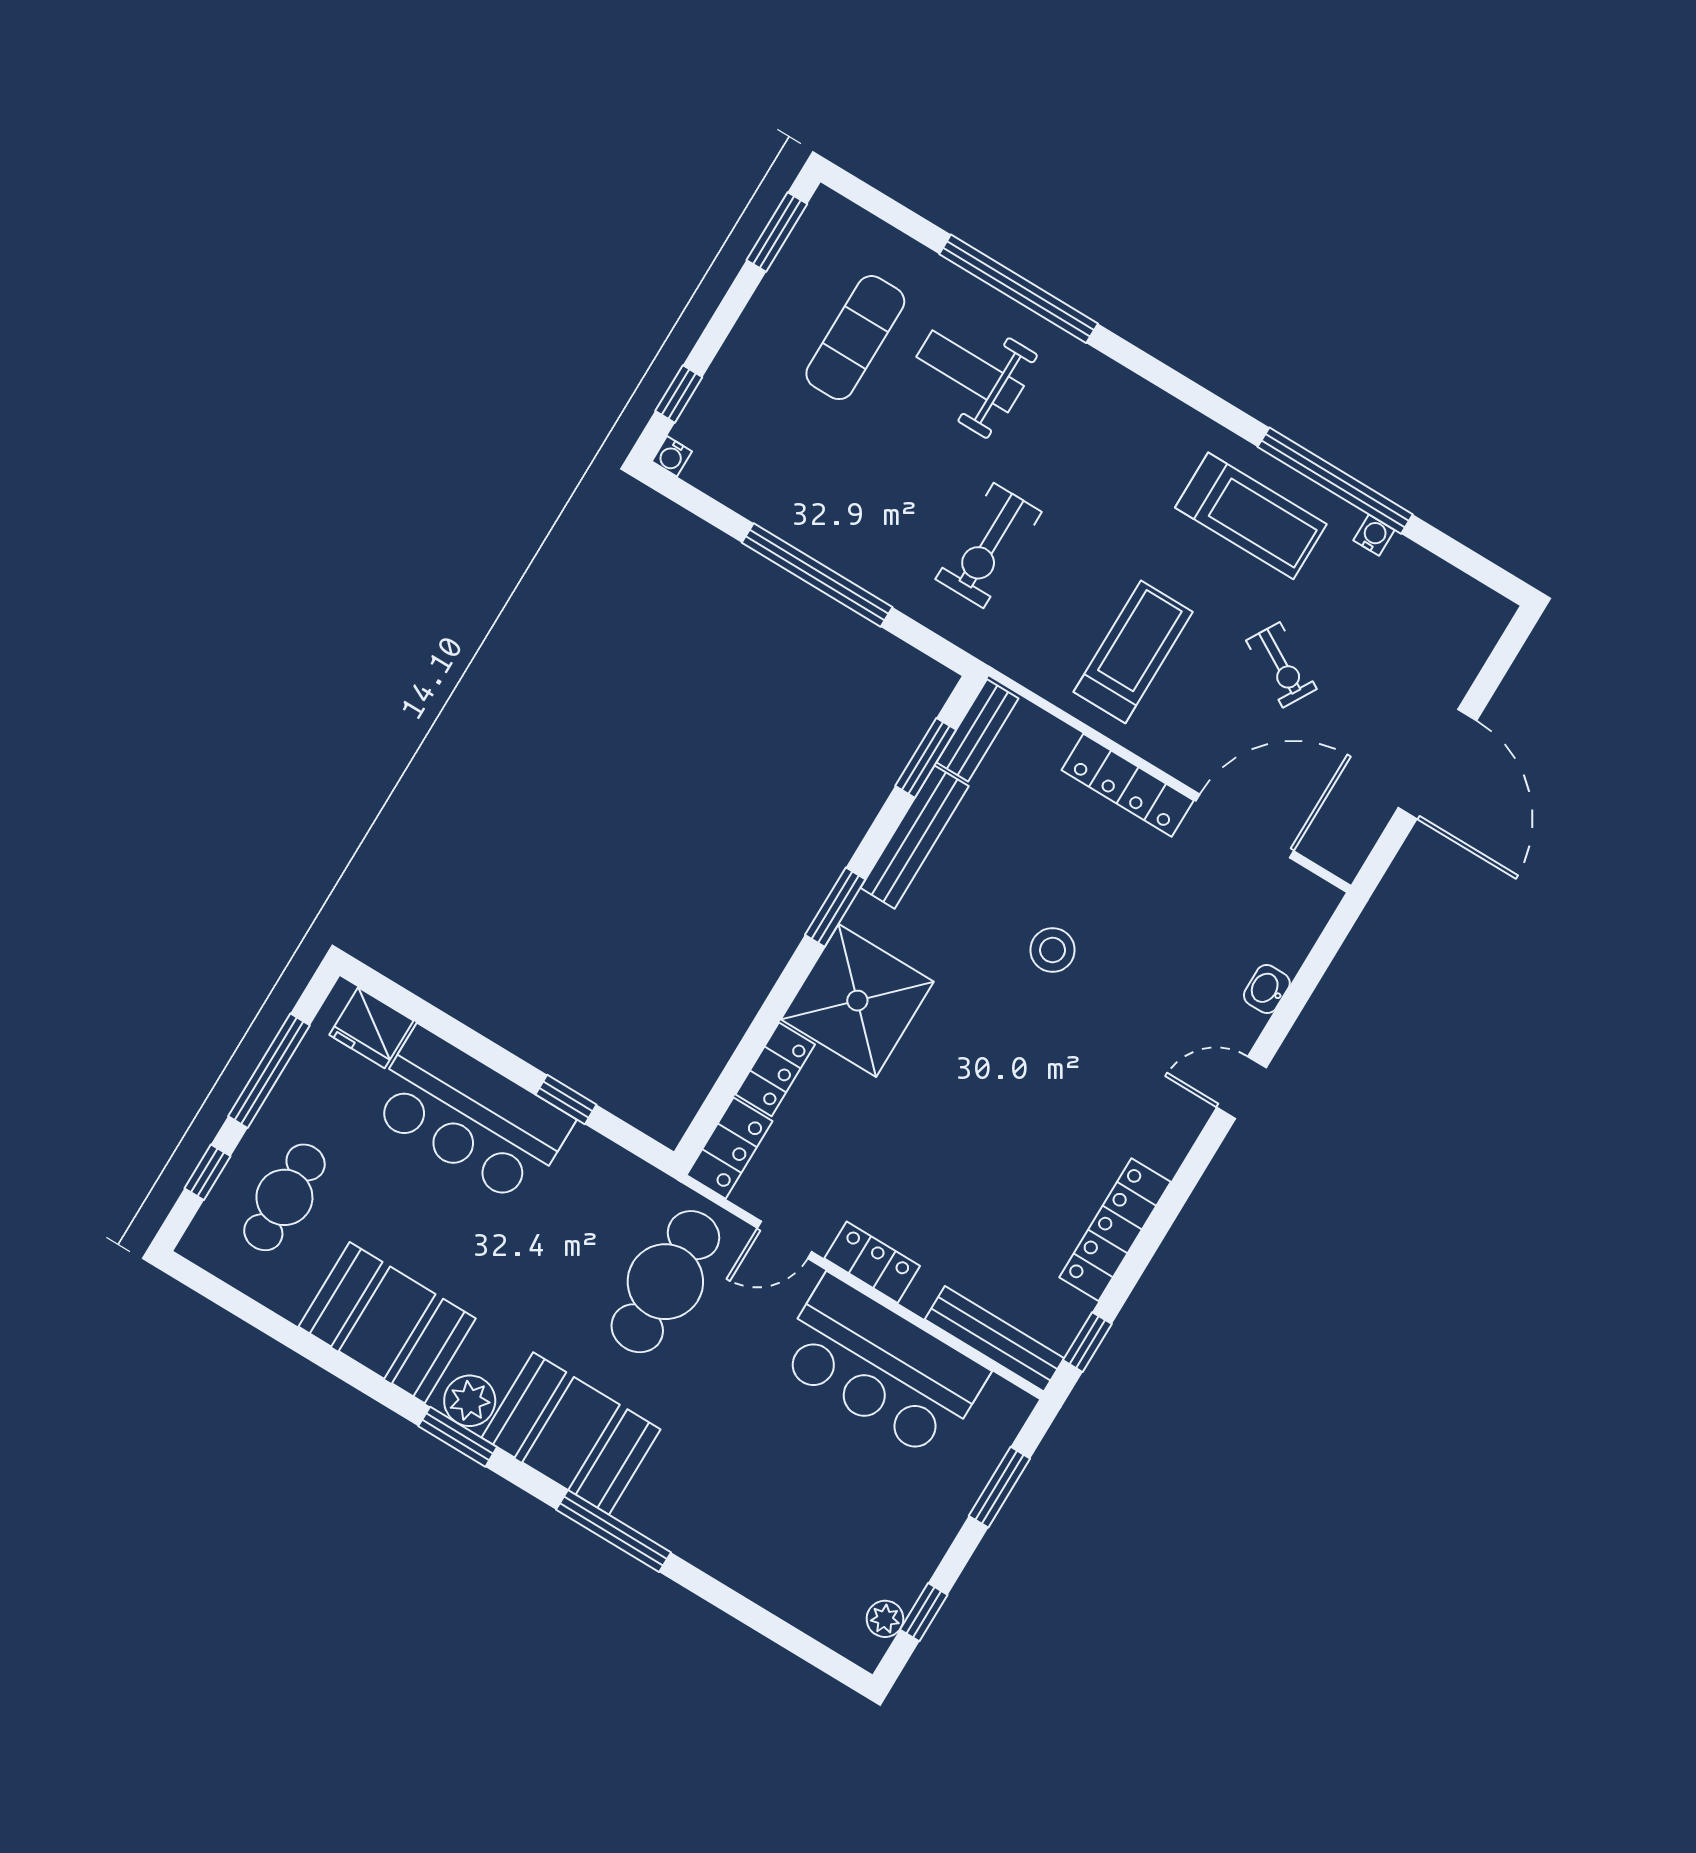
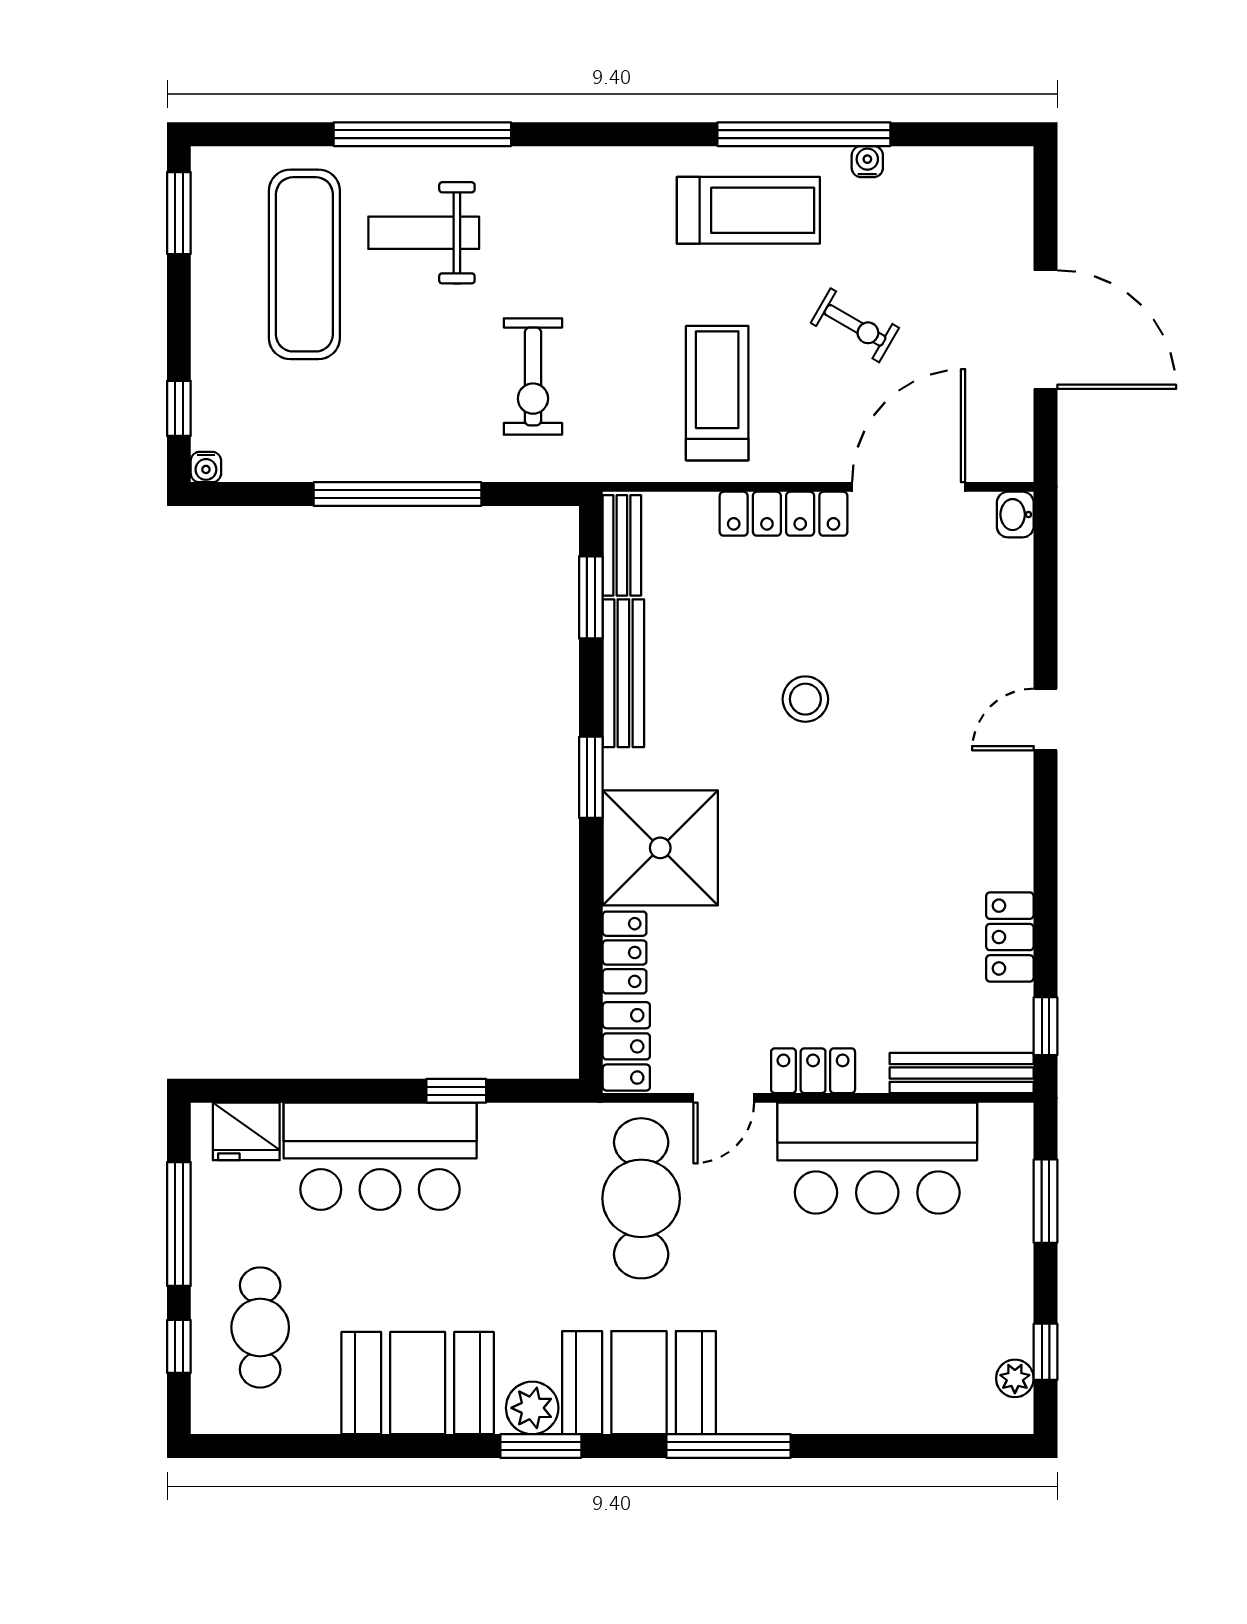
exercise mat: (855, 338) -> (304, 264), width x1.36, depth x1.45
washbasin: (1267, 989) -> (1015, 515), moved
locker: (1115, 1230) -> (1010, 937), width x0.66

